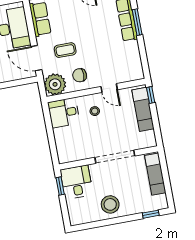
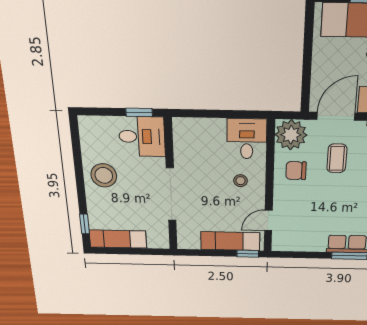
chair: (80, 75) -> (296, 171), turned -89
door: (109, 88) -> (268, 220), moved
exam couch: (155, 174) -> (118, 239), moved

